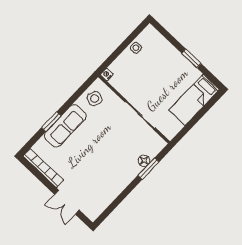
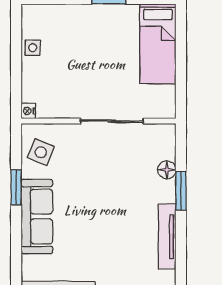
window: (51, 122) -> (16, 187), moved
window: (148, 169) -> (181, 191), moved
tv unit: (115, 191) -> (167, 237), added

